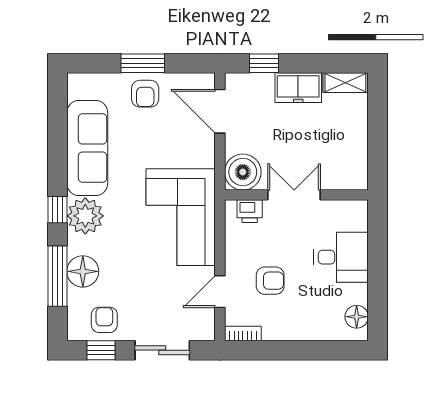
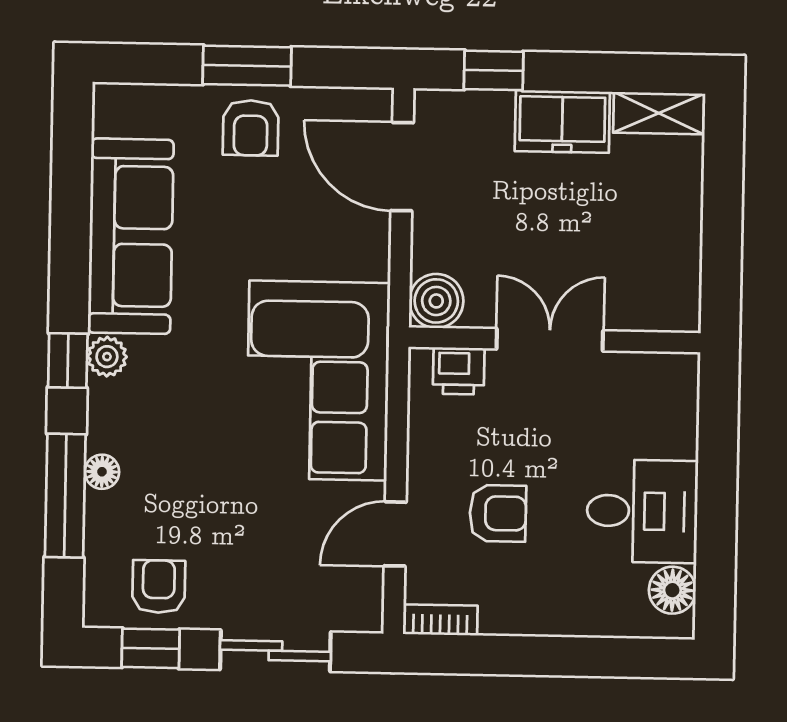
boiler: (243, 172) -> (436, 301), width x0.73, depth x0.73
plant: (85, 216) -> (107, 357), width x0.53, depth x0.53
desk: (341, 257) -> (642, 511), moved
floor lamp: (83, 271) -> (102, 472), width x0.53, depth x0.53

